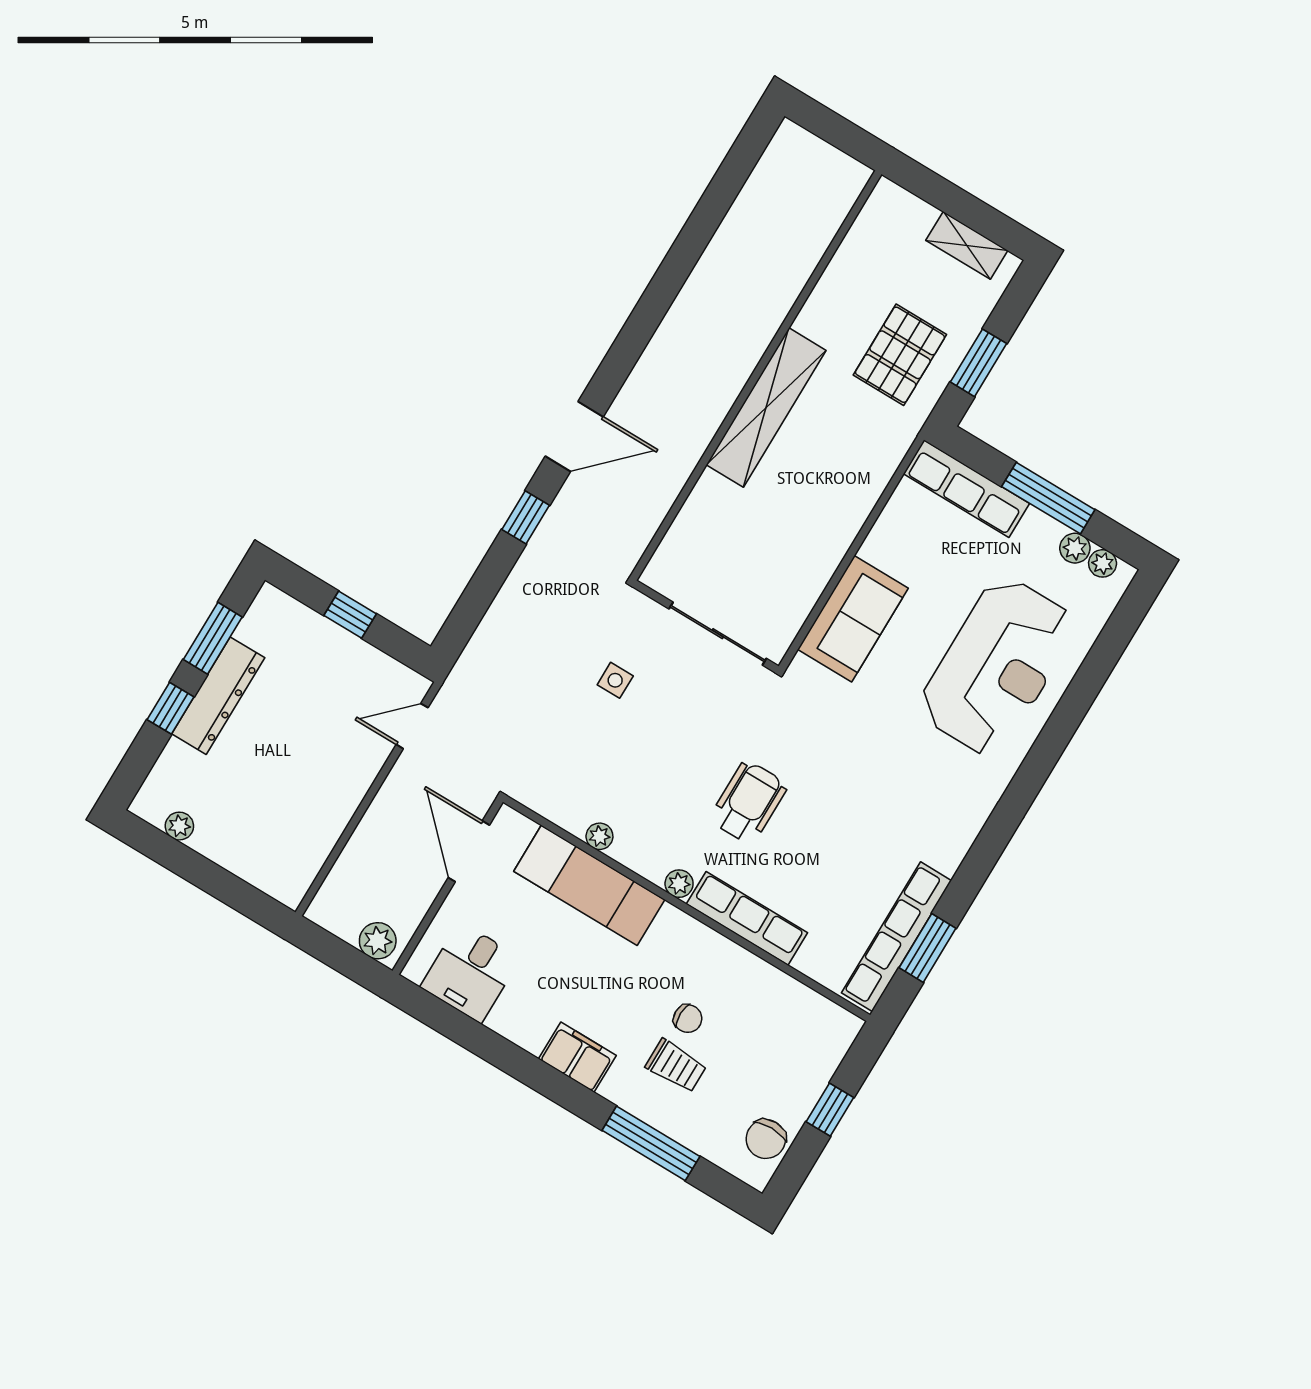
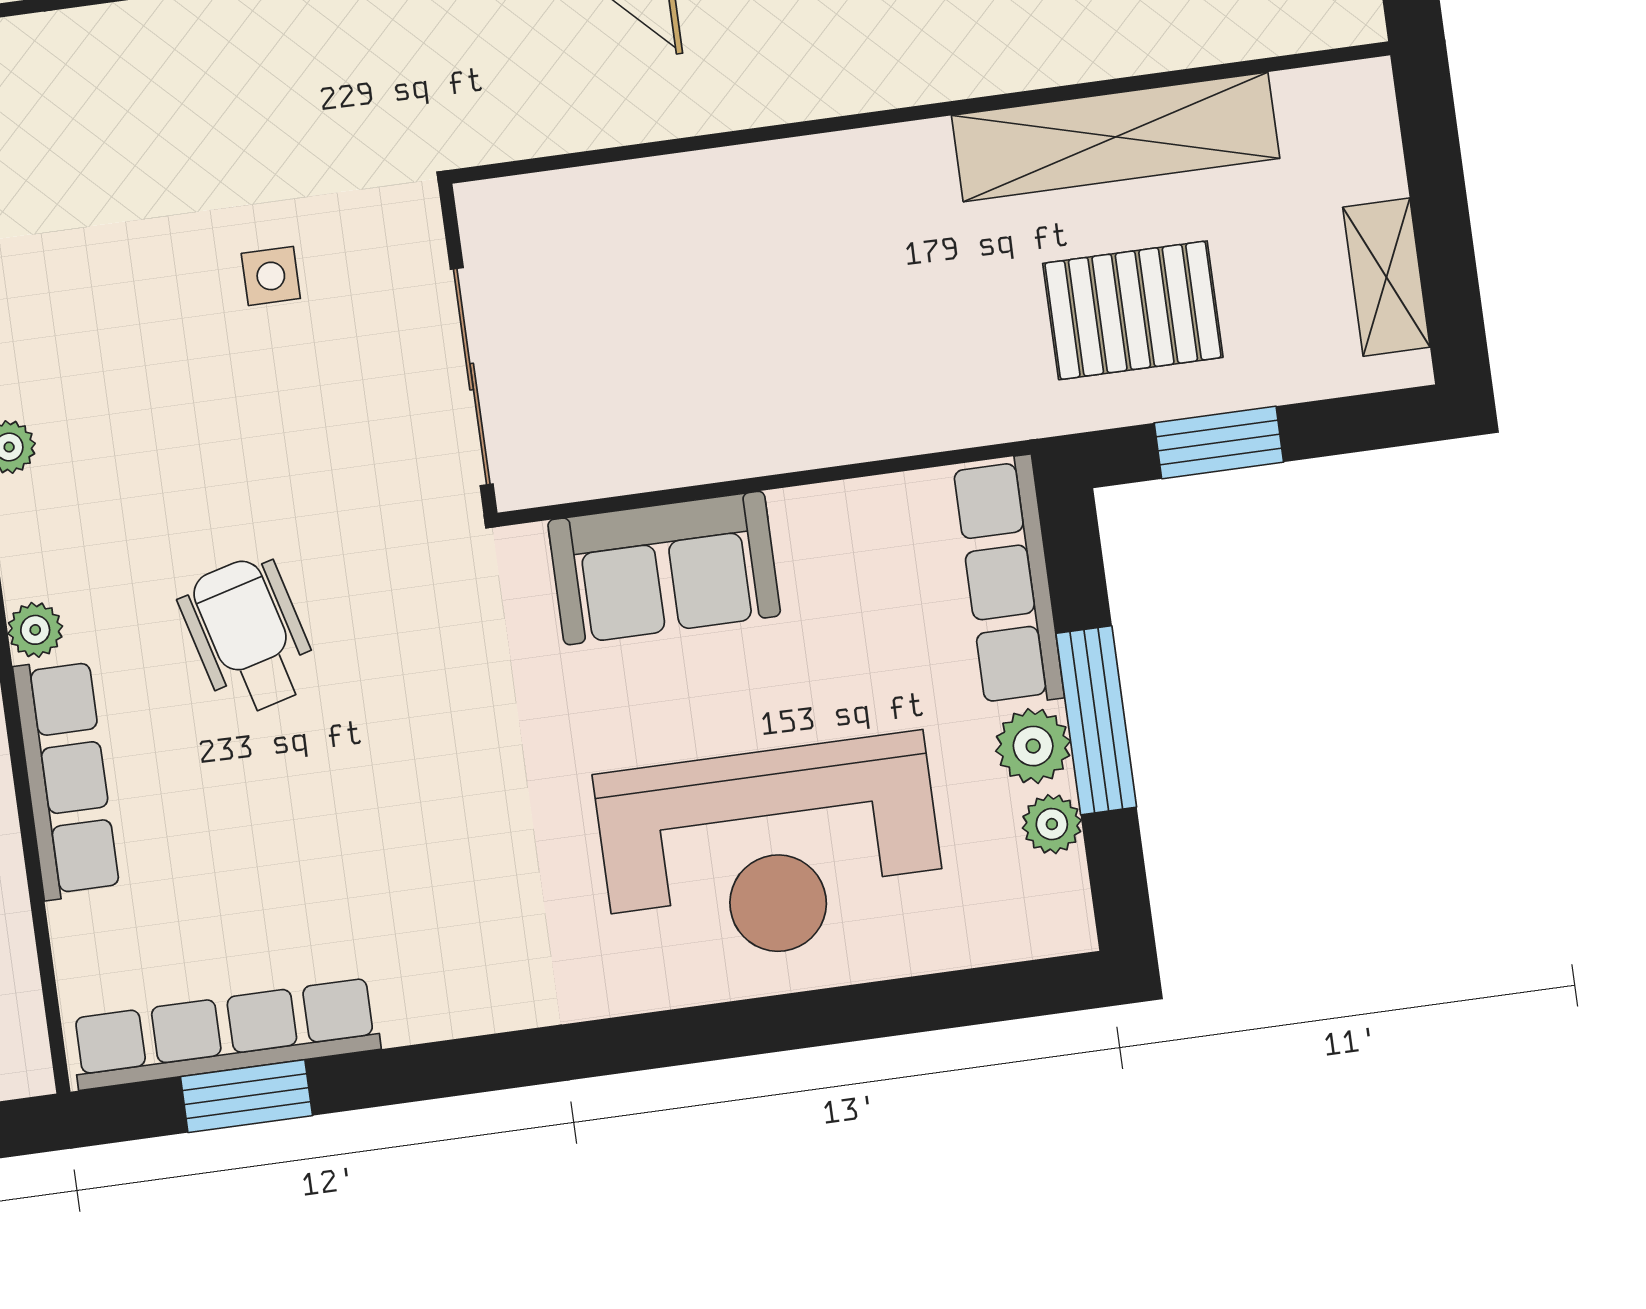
shelving: (766, 408) -> (1116, 137), moved
plant: (1103, 563) -> (1033, 746), moved, width x1.38, depth x1.38
wheelchair: (748, 802) -> (248, 636), turned -105

